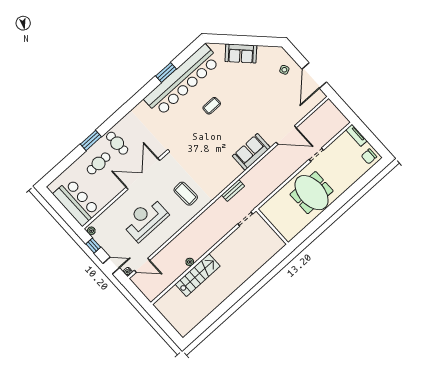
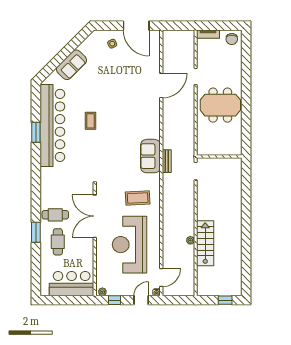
sofa: (251, 152) -> (150, 156), moved
reception desk: (145, 219) -> (130, 245), width x1.36, depth x1.30
window: (168, 329) -> (225, 300), added

